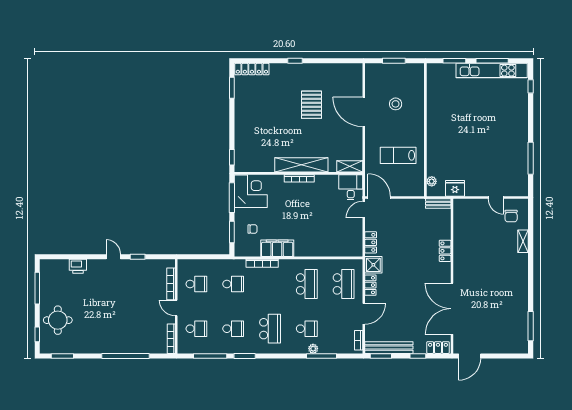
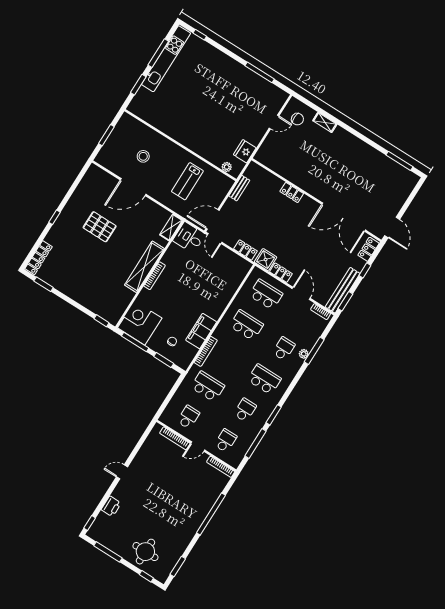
bench: (438, 204) -> (239, 188), moved
window: (138, 257) -> (90, 523), moved
school desk: (233, 284) -> (208, 386), width x1.85

